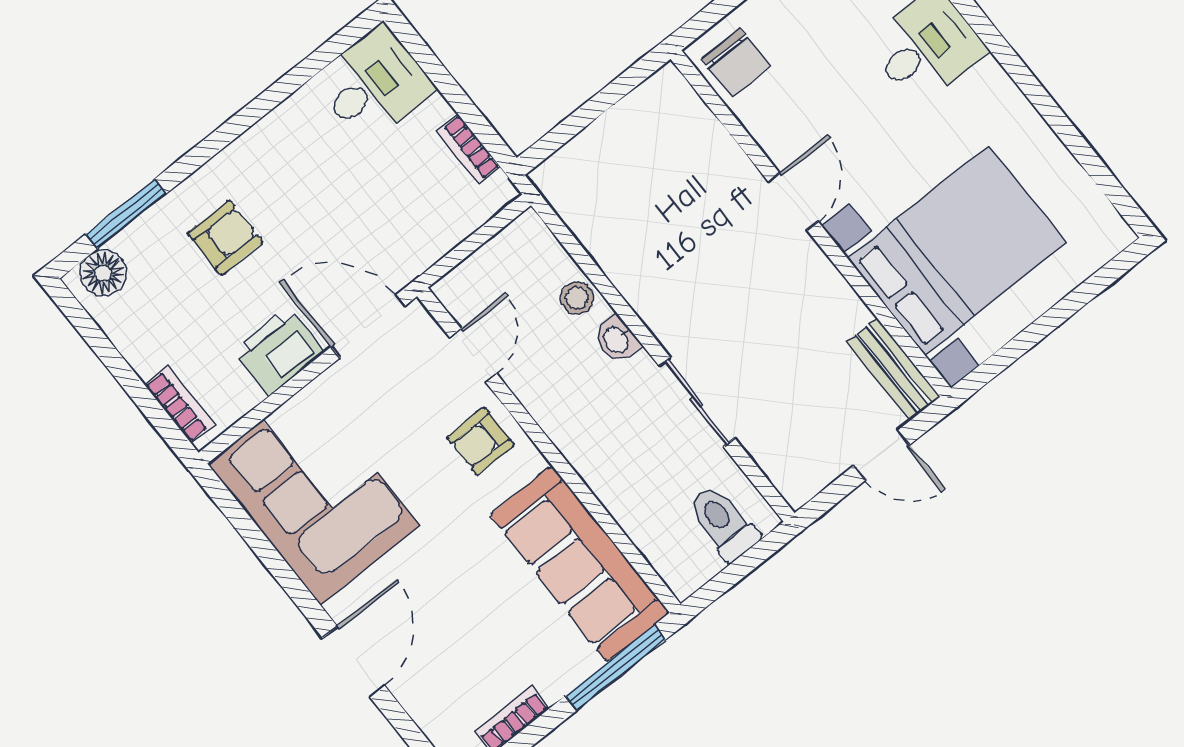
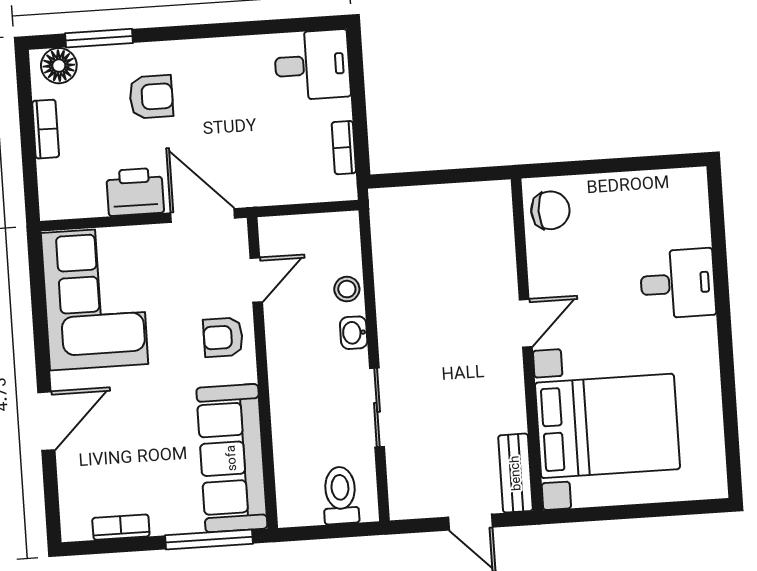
chair: (736, 63) -> (550, 210), turned -90
bookcase: (179, 404) -> (46, 129), moved

